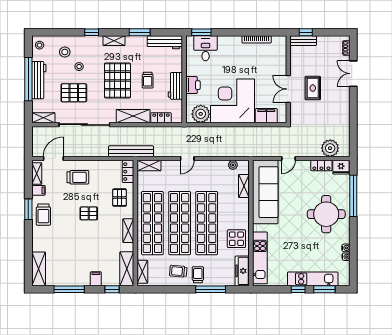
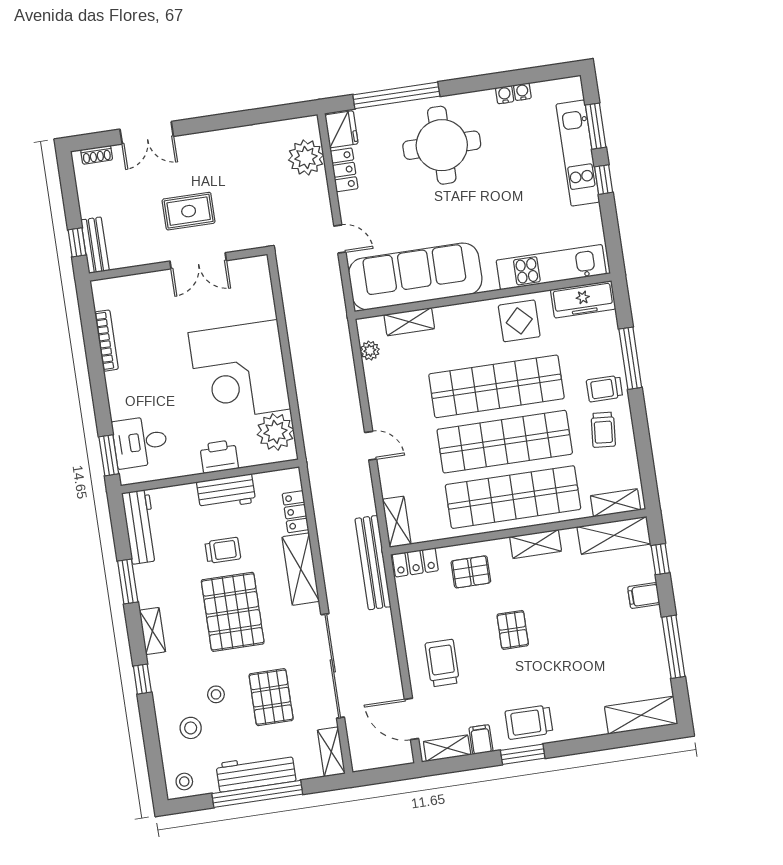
pallet: (117, 80) -> (233, 612), turned 90
filing cabinet: (266, 116) -> (259, 298), removed
trolley: (43, 215) -> (529, 722), turned 180

